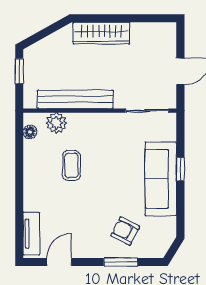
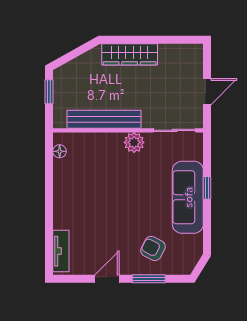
plant: (56, 123) -> (134, 142), moved
coffee table: (71, 165) -> (100, 184), removed
door: (59, 262) -> (107, 279), moved

